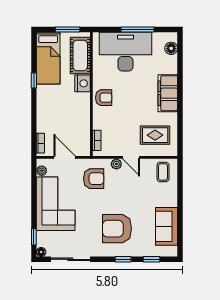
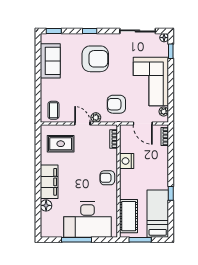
floor lamp: (171, 48) -> (46, 205), moved
nightstand: (82, 83) -> (127, 161), moved
window: (152, 259) -> (54, 31), moved

